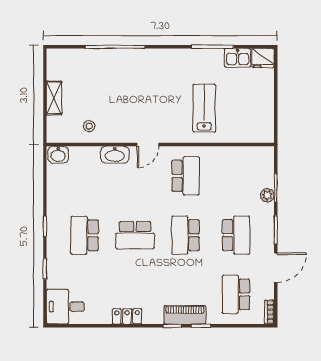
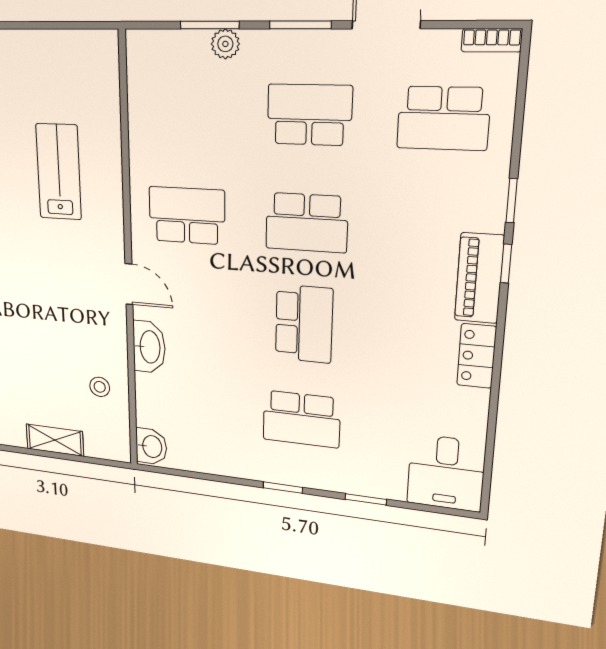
lab bench: (204, 108) -> (59, 172), turned 90
piano: (185, 315) -> (479, 278), moved

